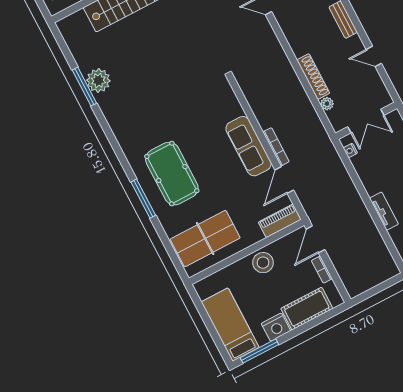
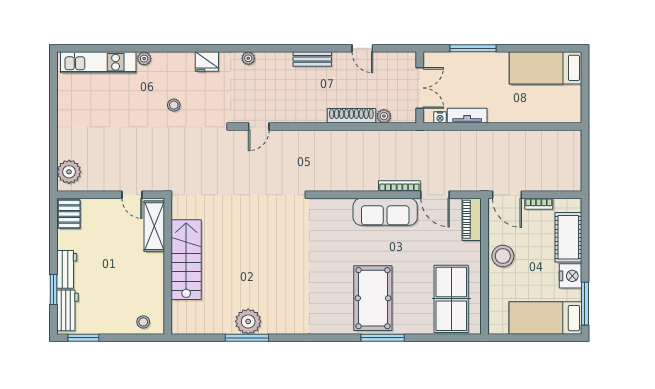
door: (374, 56) -> (362, 48), hinge flipped
pool table: (172, 174) -> (373, 298), turned 90
tv unit: (384, 211) -> (467, 116), moved

